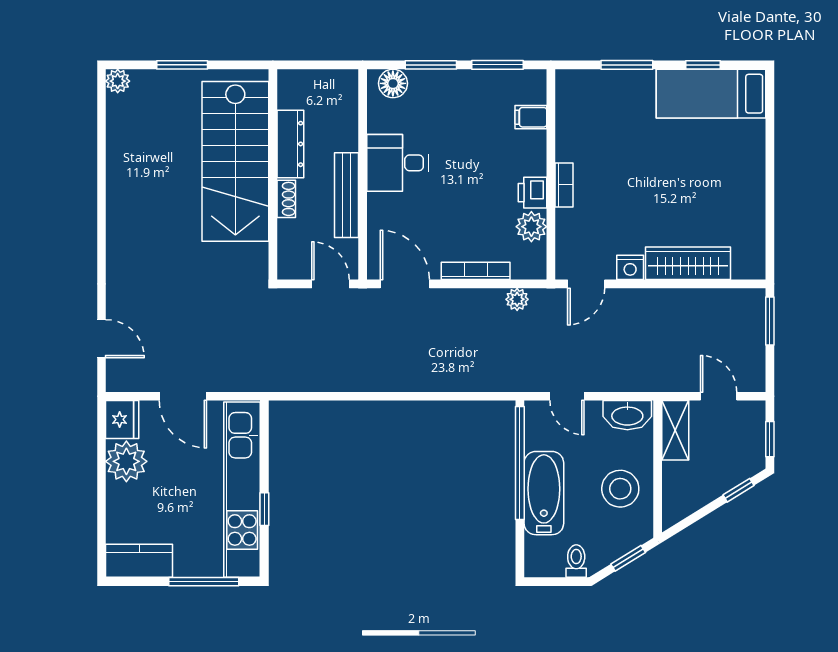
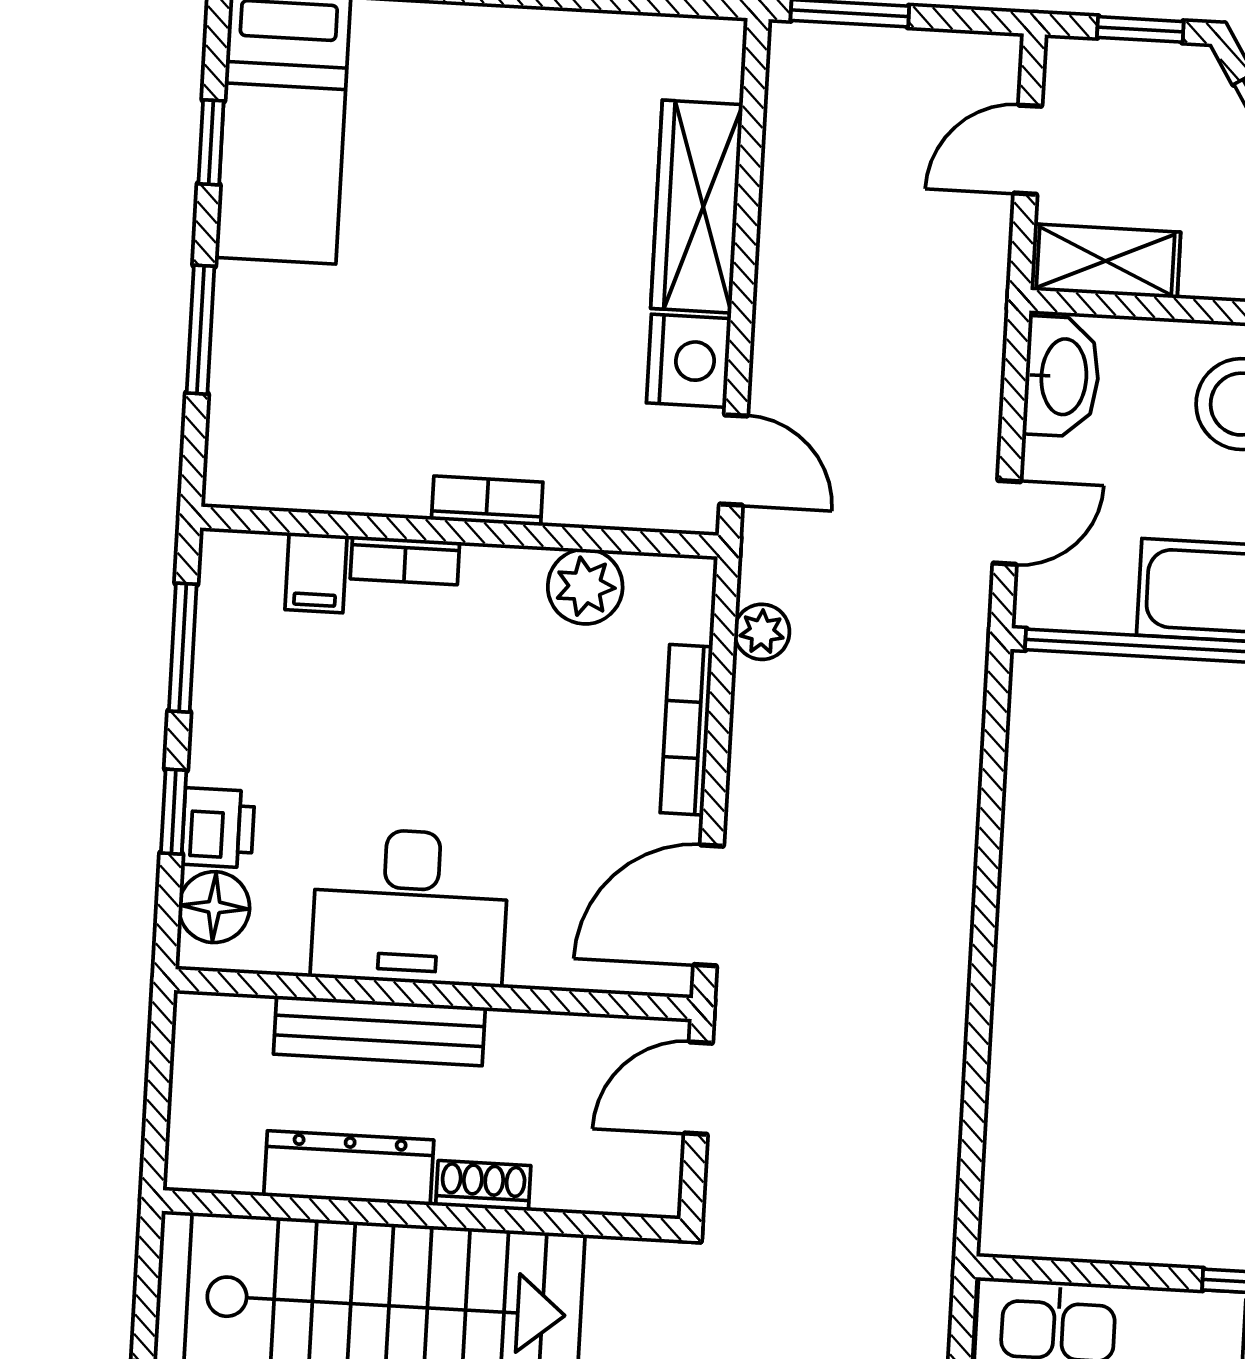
window: (431, 65) -> (174, 812), width x0.67
bookcase: (538, 153) -> (405, 560), added
desk: (398, 163) -> (410, 907), width x1.37
printer: (532, 193) -> (218, 828), moved, turned -90
bench: (347, 195) -> (379, 1031), moved
nightstand: (630, 267) -> (689, 361), width x1.36, depth x1.33

